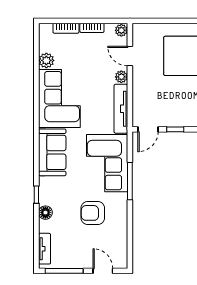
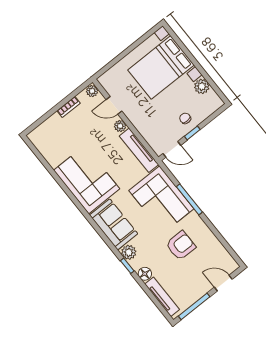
bookcase: (66, 28) -> (49, 123), removed
plant: (46, 60) -> (129, 252), moved
chair: (179, 113) -> (185, 118), added
door: (148, 129) -> (172, 149), hinge flipped
armchair: (93, 213) -> (181, 246), turned 180
tv unit: (45, 249) -> (162, 297), width x1.41

